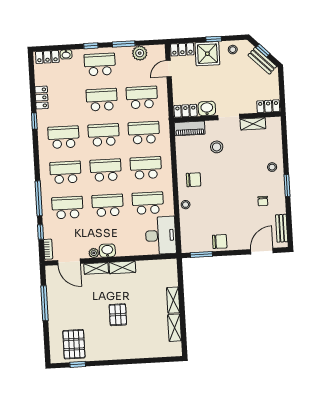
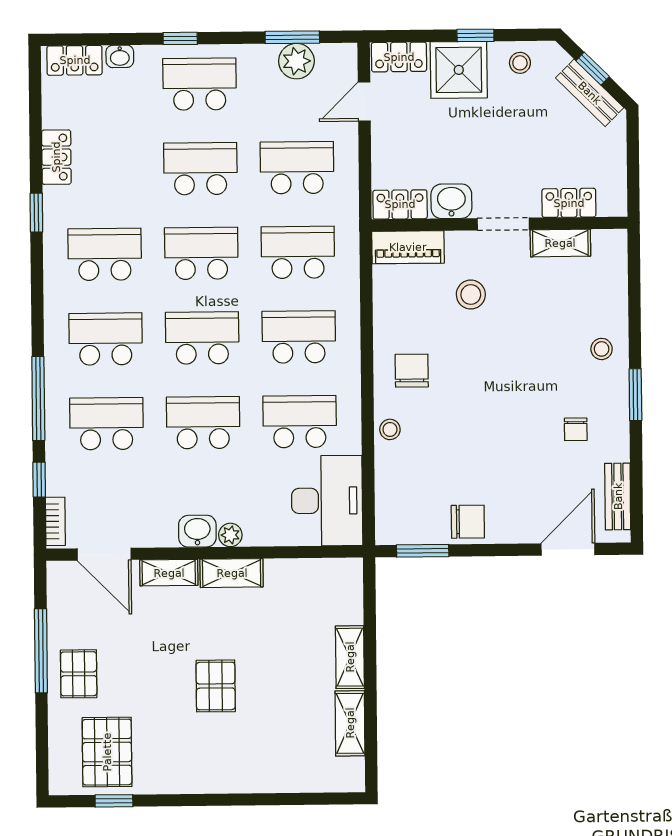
window: (124, 44) -> (292, 37), moved
locker: (268, 106) -> (569, 203), moved
chair: (194, 180) -> (412, 371), turned -90
plant: (94, 253) -> (230, 535), moved
pallet: (61, 312) -> (79, 674), added

